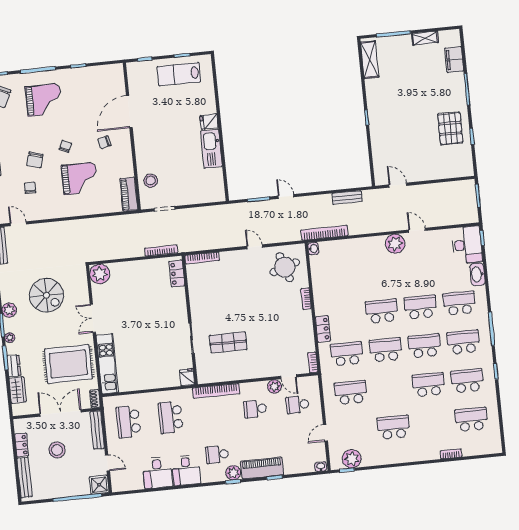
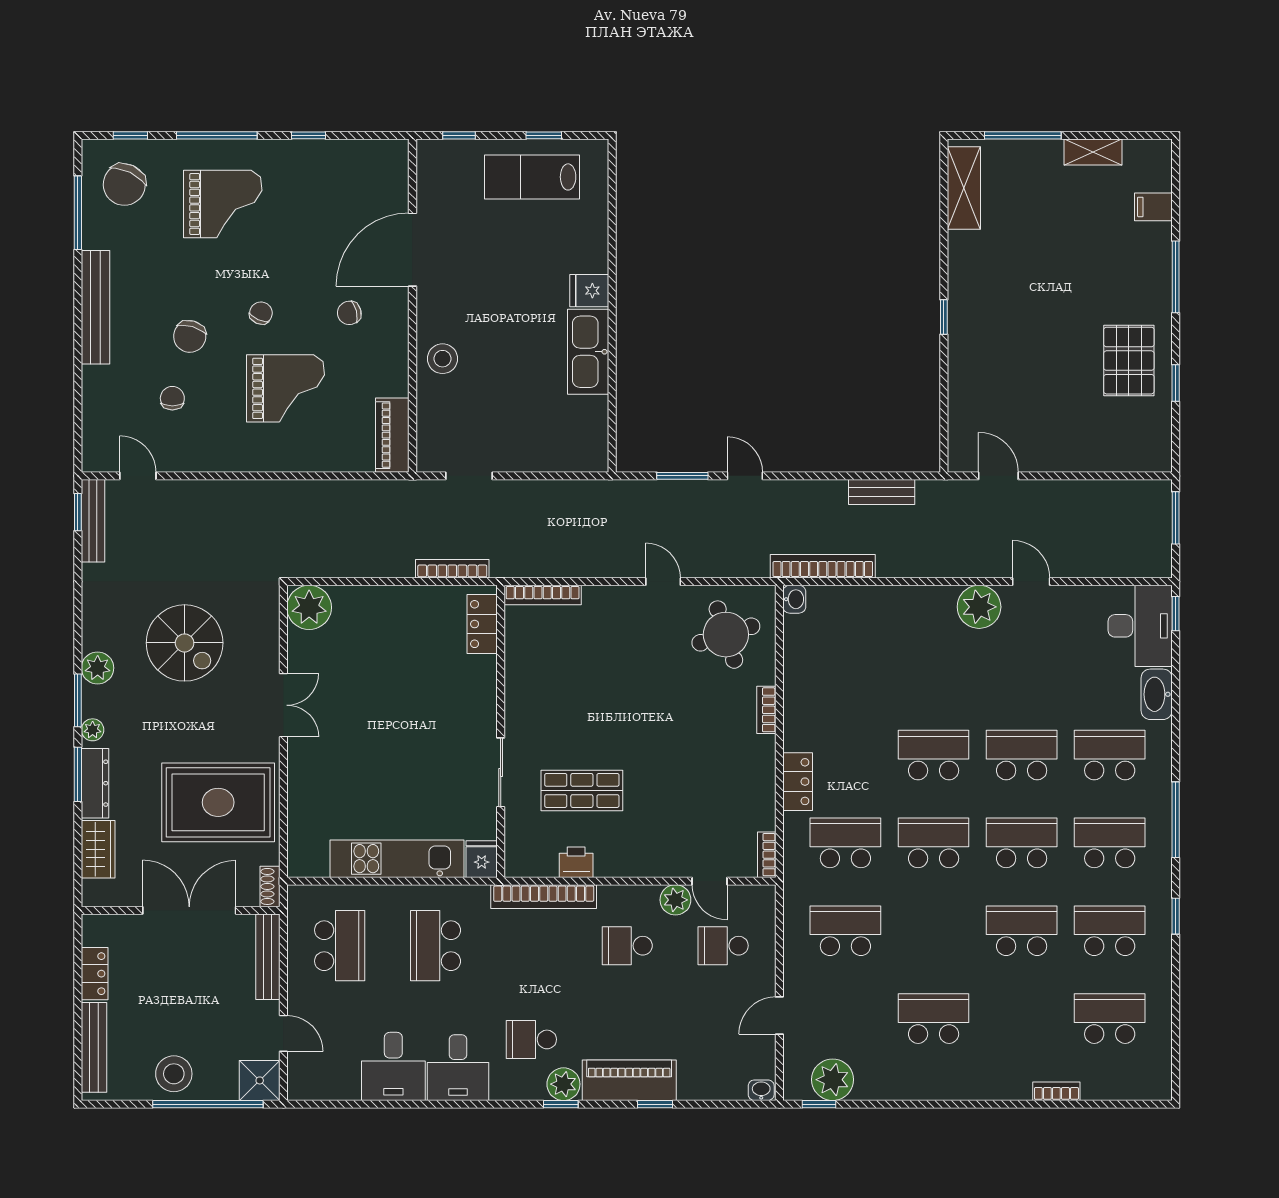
filing cabinet: (454, 60) -> (1153, 207), width x0.50
stool: (151, 181) -> (442, 359), moved
double door: (93, 318) -> (283, 705), swing flipped
kitchen unit: (107, 364) -> (397, 859), moved, turned -90
dresser: (14, 366) -> (95, 783), width x1.44
printer: (229, 374) -> (576, 862), added
school desk: (128, 422) -> (340, 946), turned 180
stool: (57, 450) -> (174, 1074), moved

